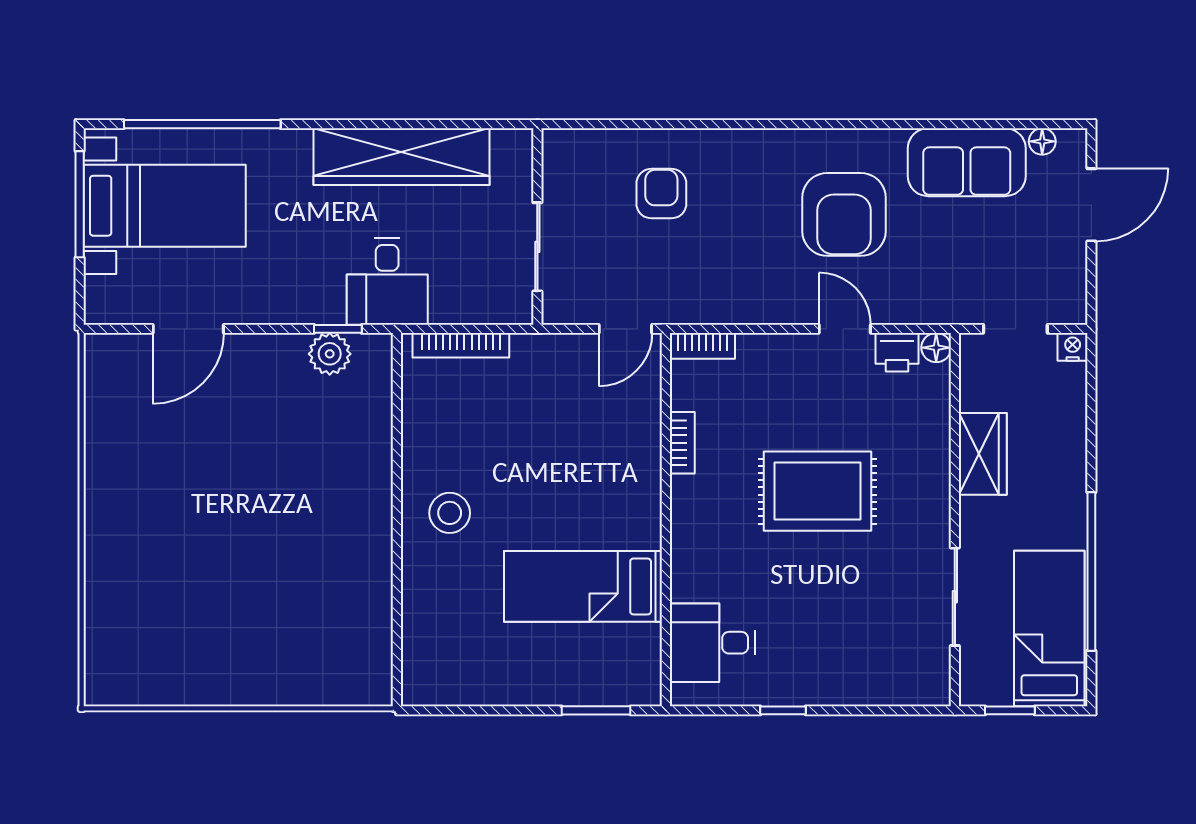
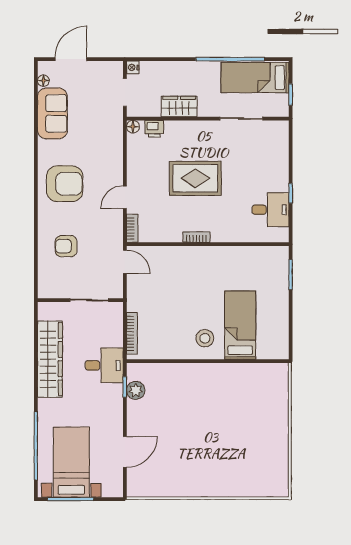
door: (1091, 205) -> (71, 59), hinge flipped
armchair: (844, 214) -> (65, 184), moved
door: (188, 329) -> (125, 452), hinge flipped
door: (845, 329) -> (125, 197), moved
printer: (897, 352) -> (154, 129), moved, turned 90
bookcase: (682, 443) -> (196, 237), moved
rug: (818, 491) -> (195, 178), turned 90
bed: (583, 586) -> (240, 325), moved, turned 180
desk: (712, 643) -> (270, 210), moved, turned -90

